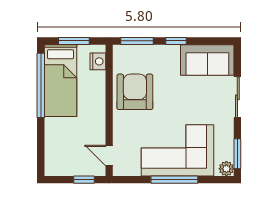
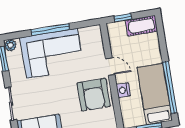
nightstand: (98, 61) -> (123, 90), moved
door: (109, 156) -> (110, 66), moved
cot: (63, 166) -> (141, 26), added

